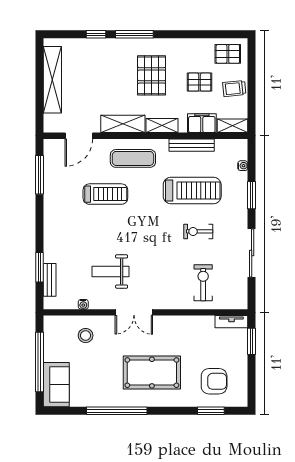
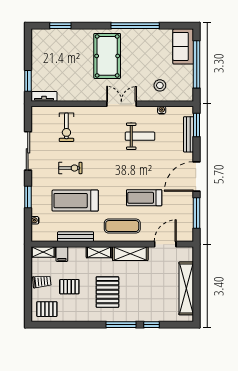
filing cabinet: (202, 123) -> (62, 254), width x0.50
door: (39, 221) -> (197, 176), added
window: (39, 267) -> (197, 125), moved
bench: (50, 280) -> (188, 134), width x1.36
pool table: (152, 373) -> (107, 56), turned 90
armchair: (214, 381) -> (58, 49), removed

